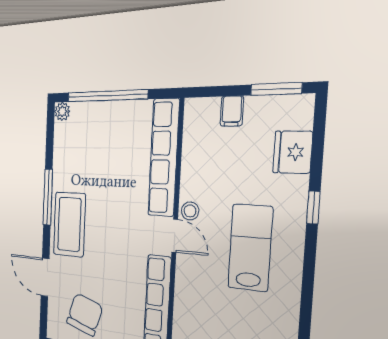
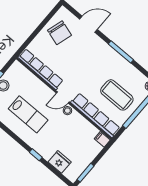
filing cabinet: (232, 111) -> (102, 139), moved
coffee table: (69, 224) -> (117, 95), moved
lab bench: (250, 248) -> (28, 114), moved

